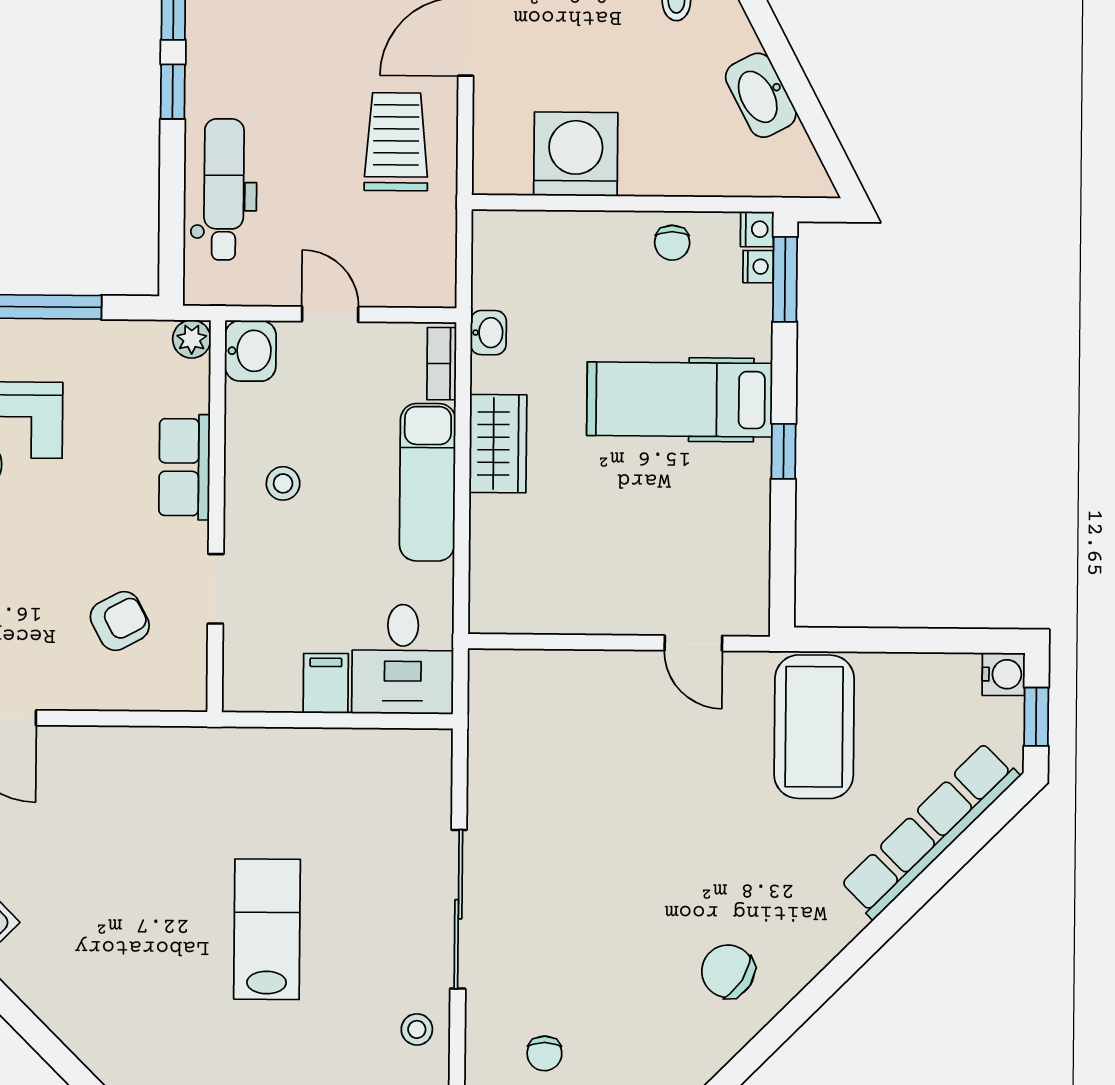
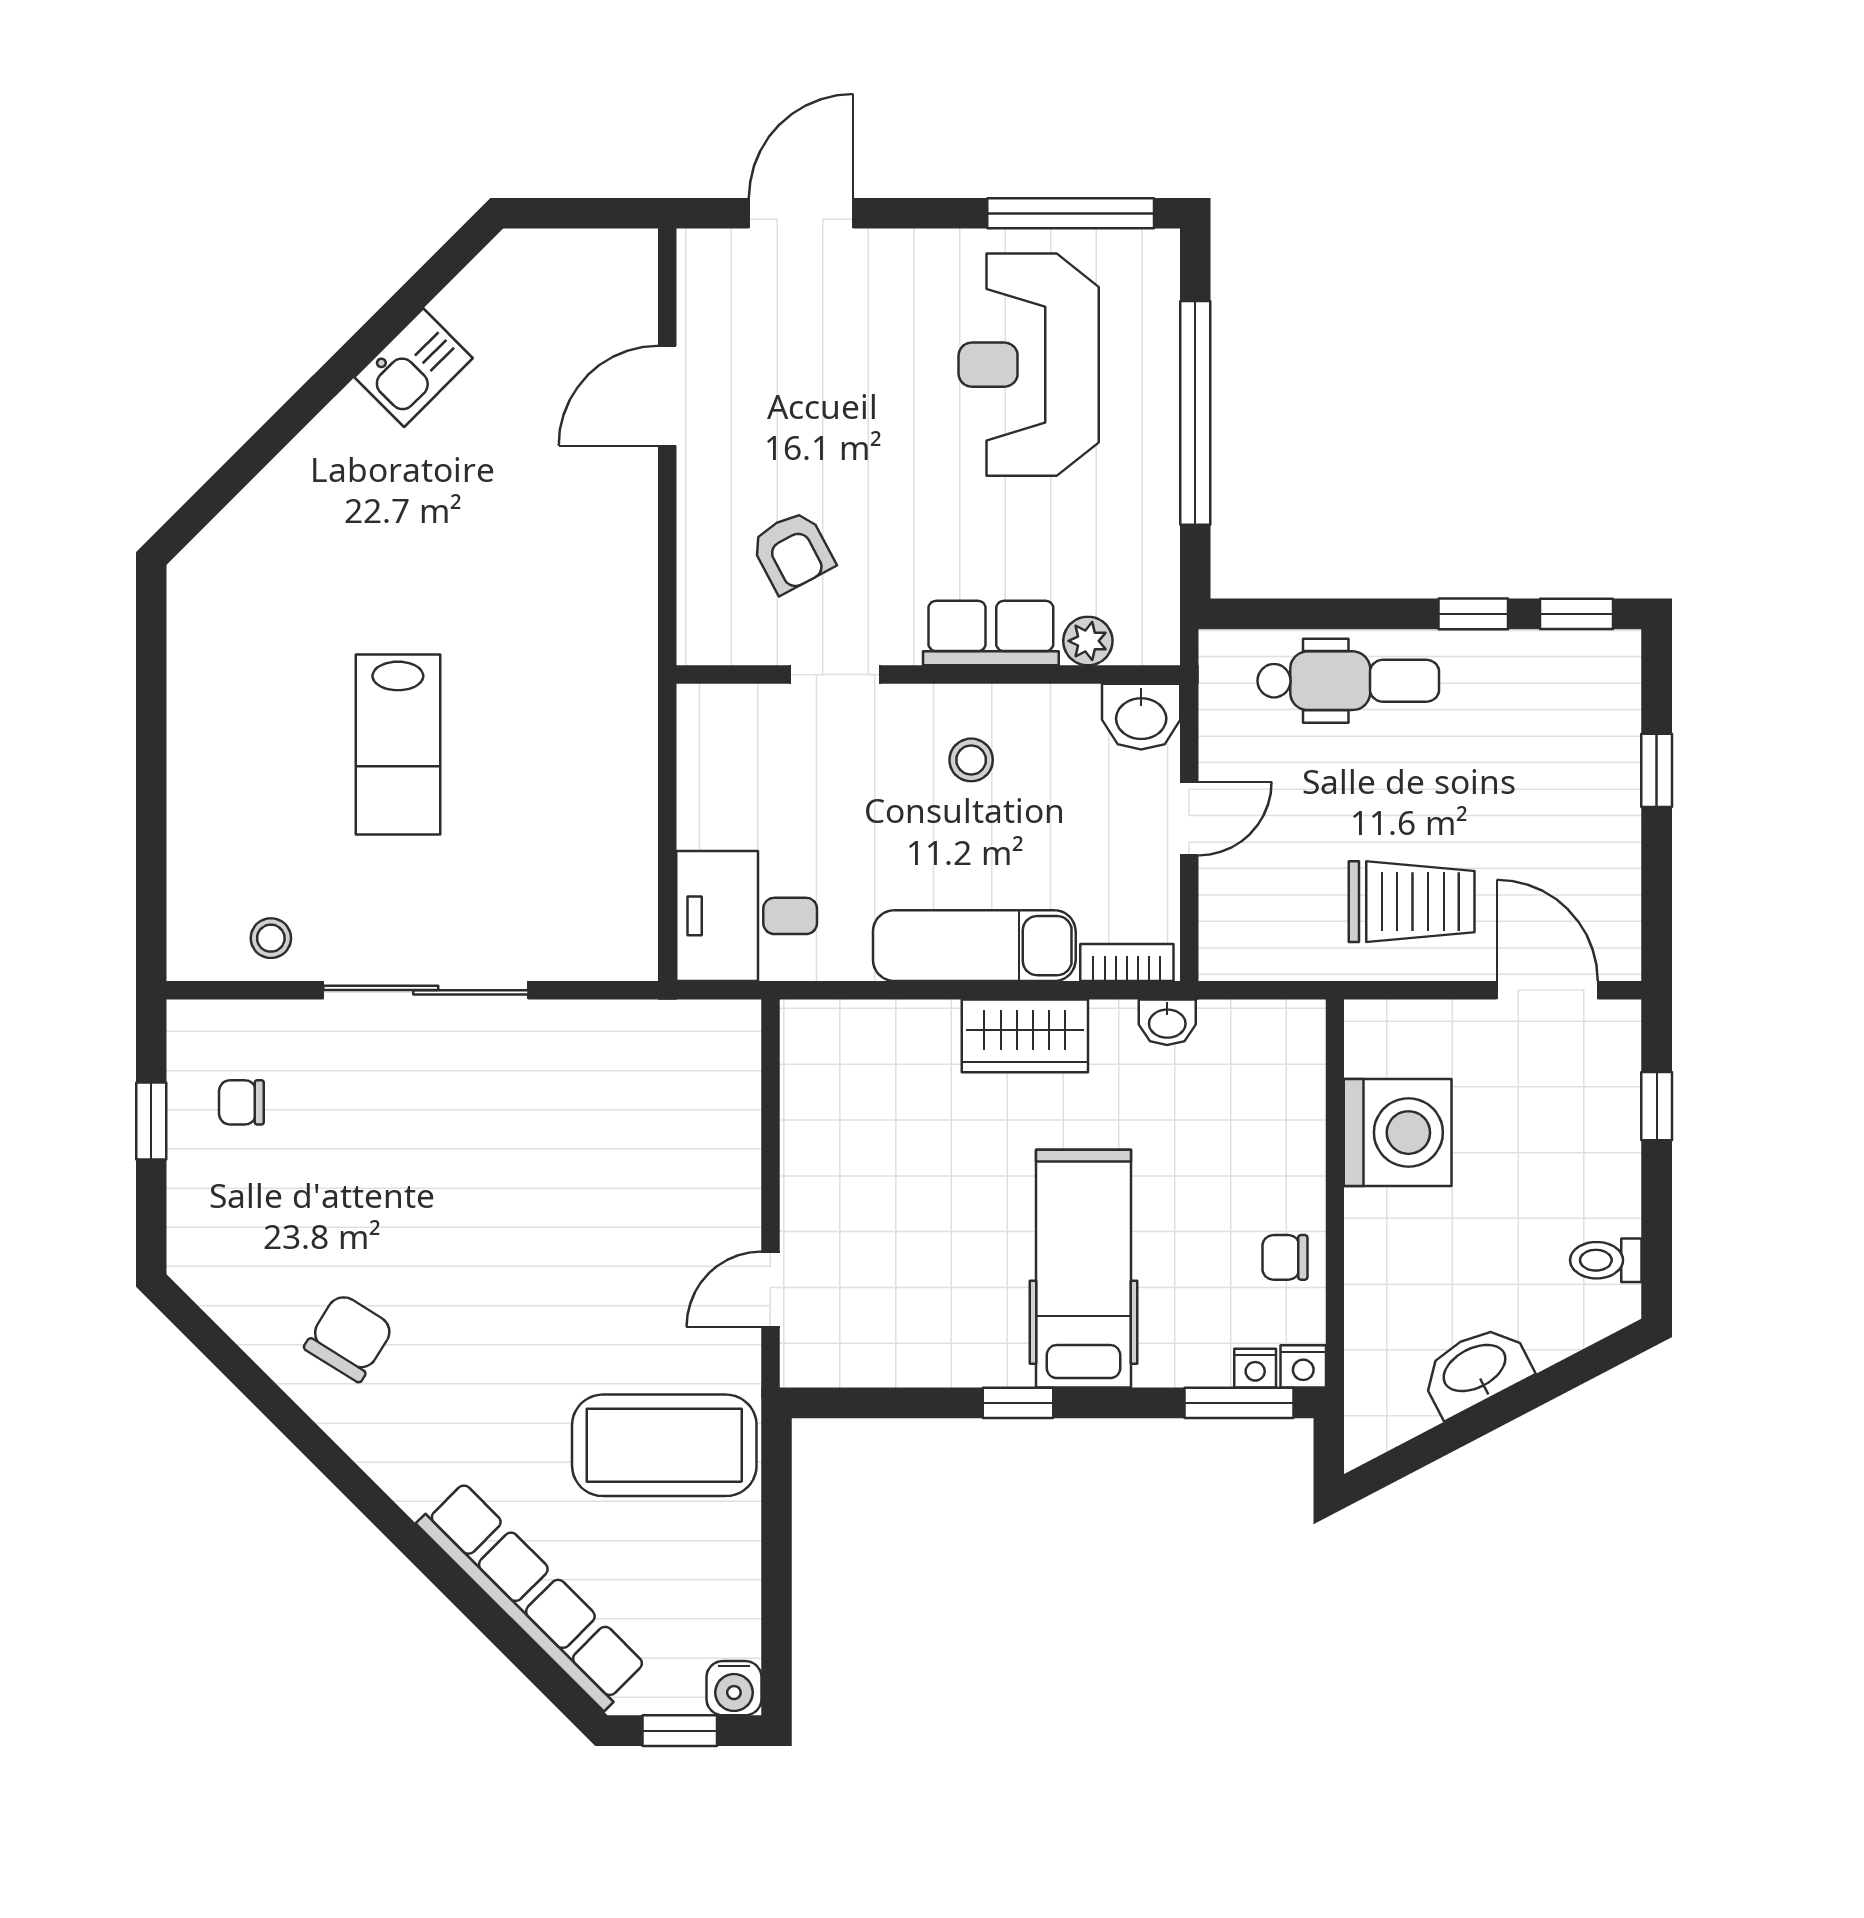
plant: (192, 339) -> (1088, 641), moved
filing cabinet: (326, 683) -> (715, 817), removed
lab bench: (267, 929) -> (398, 744), turned 90

